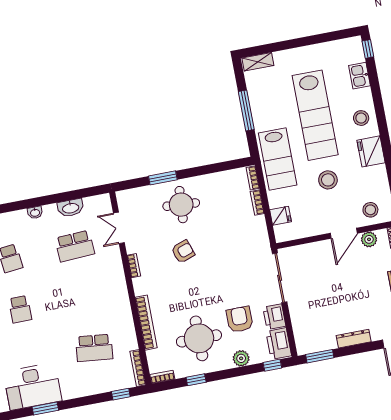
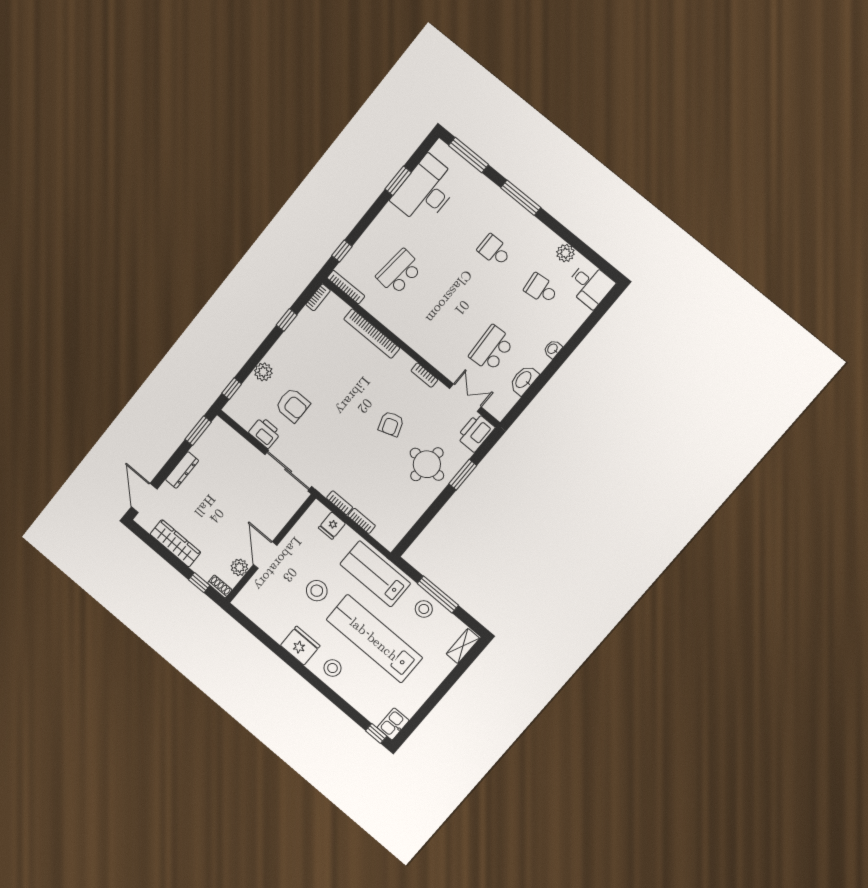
kitchen sink: (359, 76) -> (393, 724), moved, turned -90
bookcase: (253, 178) -> (340, 503), moved
stool: (370, 210) -> (424, 609), moved
round table: (199, 338) -> (314, 359), removed
printer: (279, 344) -> (476, 433), moved, turned -90

